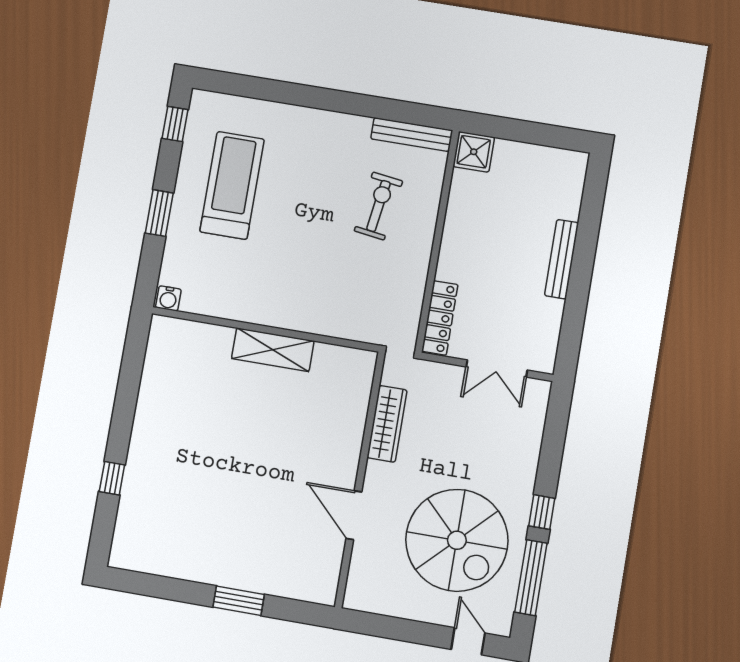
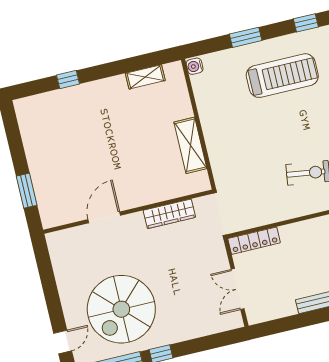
shelving: (154, 371) -> (145, 77), added
wardrobe: (387, 424) -> (169, 214), moved
wall: (360, 479) -> (128, 212), moved
door: (354, 515) -> (104, 217), moved

